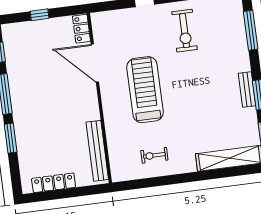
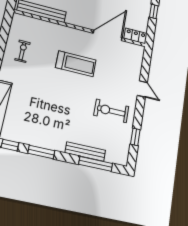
bench: (247, 89) -> (85, 152), moved, width x1.36
treadmill: (145, 90) -> (76, 64), width x0.73, depth x0.73

